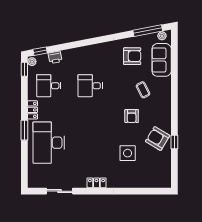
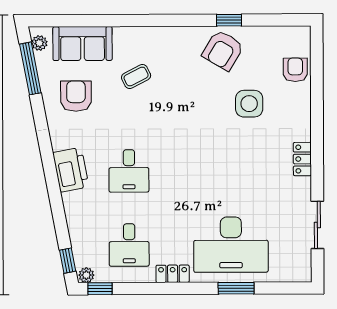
printer: (55, 57) -> (71, 170), moved, width x1.87, depth x1.48
armchair: (132, 116) -> (295, 70), moved, turned -90
window: (24, 130) -> (236, 288), moved

